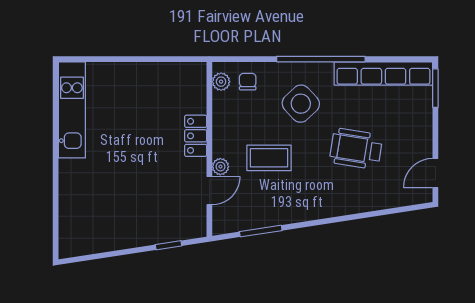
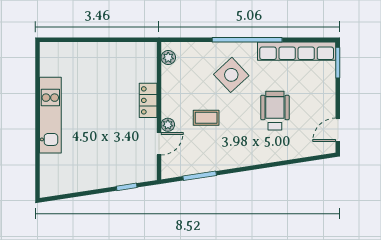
chair: (248, 82) -> (189, 57), removed
kitchen unit: (72, 110) -> (50, 115), moved
wheelchair: (356, 149) -> (275, 111), turned 81
coffee table: (269, 158) -> (206, 118), width x0.73, depth x0.77

